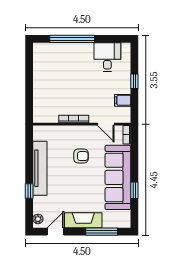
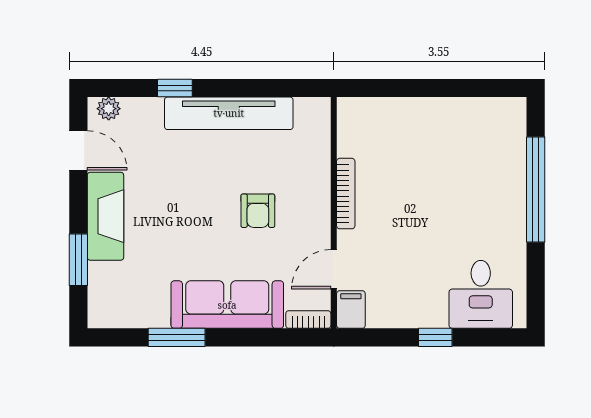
desk: (107, 57) -> (481, 294), moved, turned 90
filing cabinet: (123, 100) -> (351, 310), moved
sofa: (118, 177) -> (227, 305), width x0.74, depth x0.79
window: (134, 190) -> (177, 337), width x1.50
window: (102, 232) -> (78, 260), width x0.69

